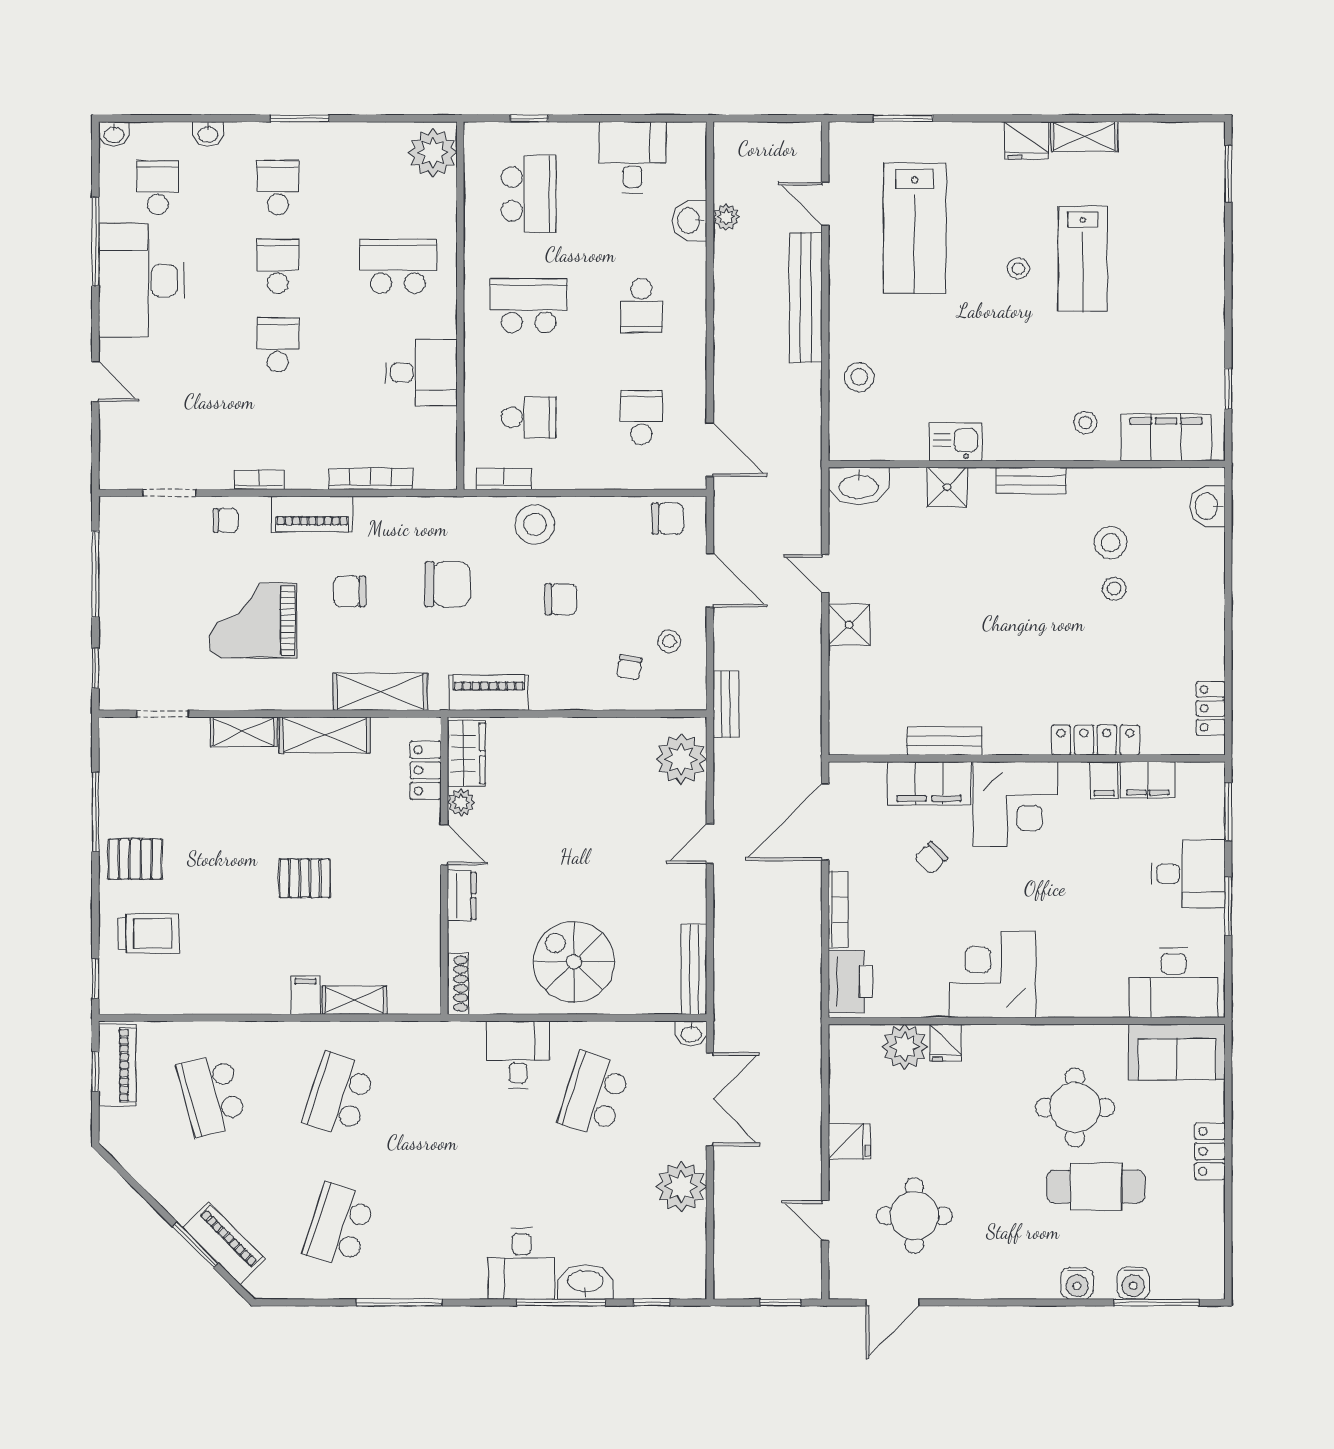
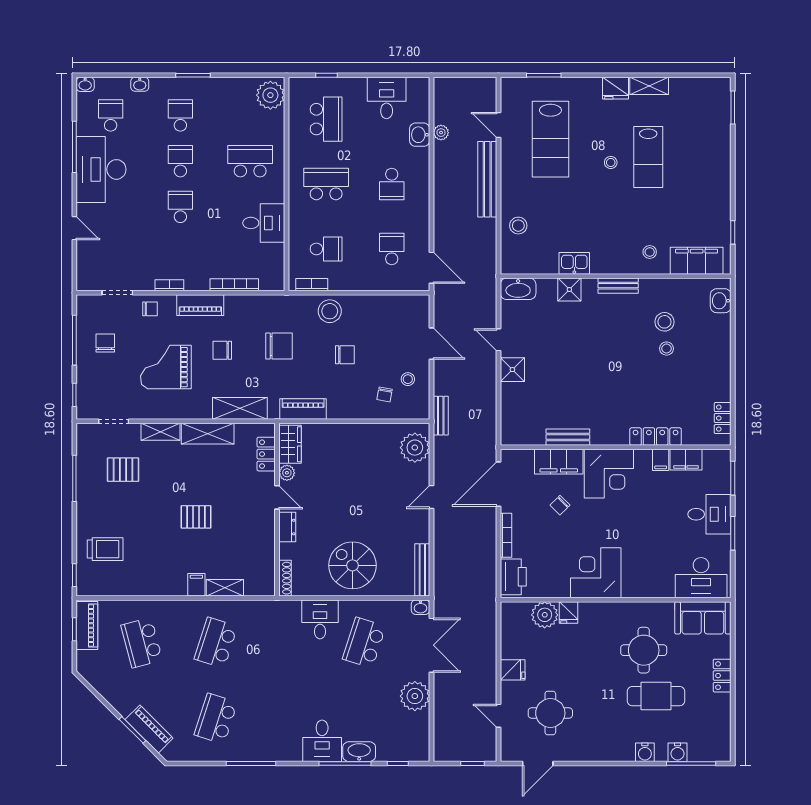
chair: (668, 518) -> (105, 343), moved, turned -90
pallet: (135, 859) -> (123, 470), moved

